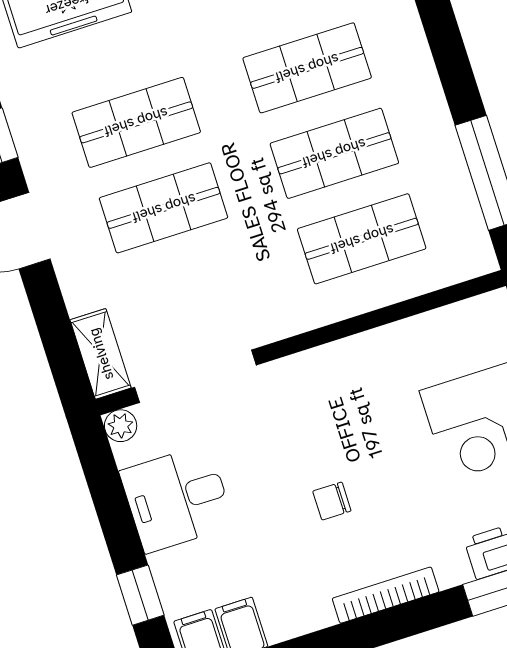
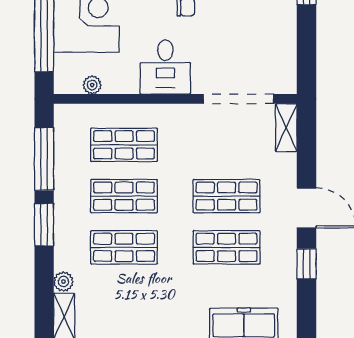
window: (452, 63) -> (44, 225), added
plant: (121, 426) -> (92, 85), moved
desk: (177, 498) -> (165, 67), moved, turned 90

